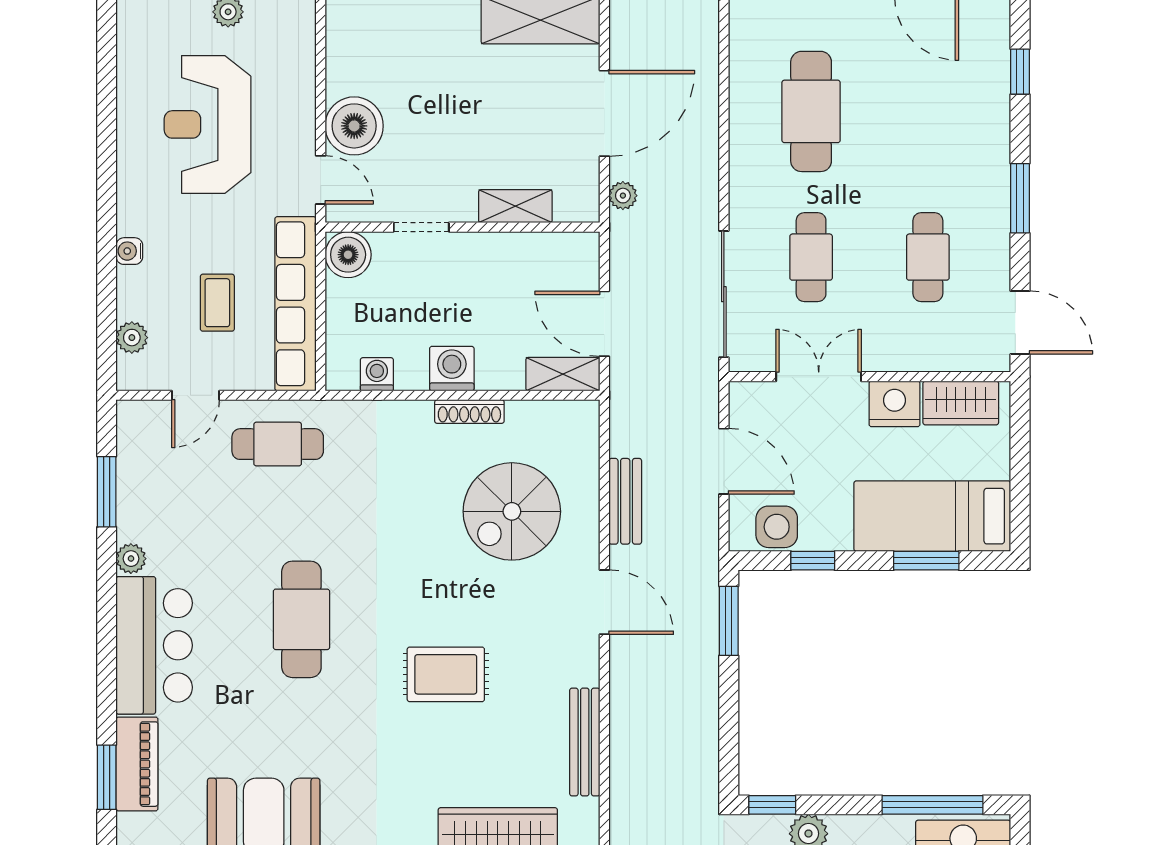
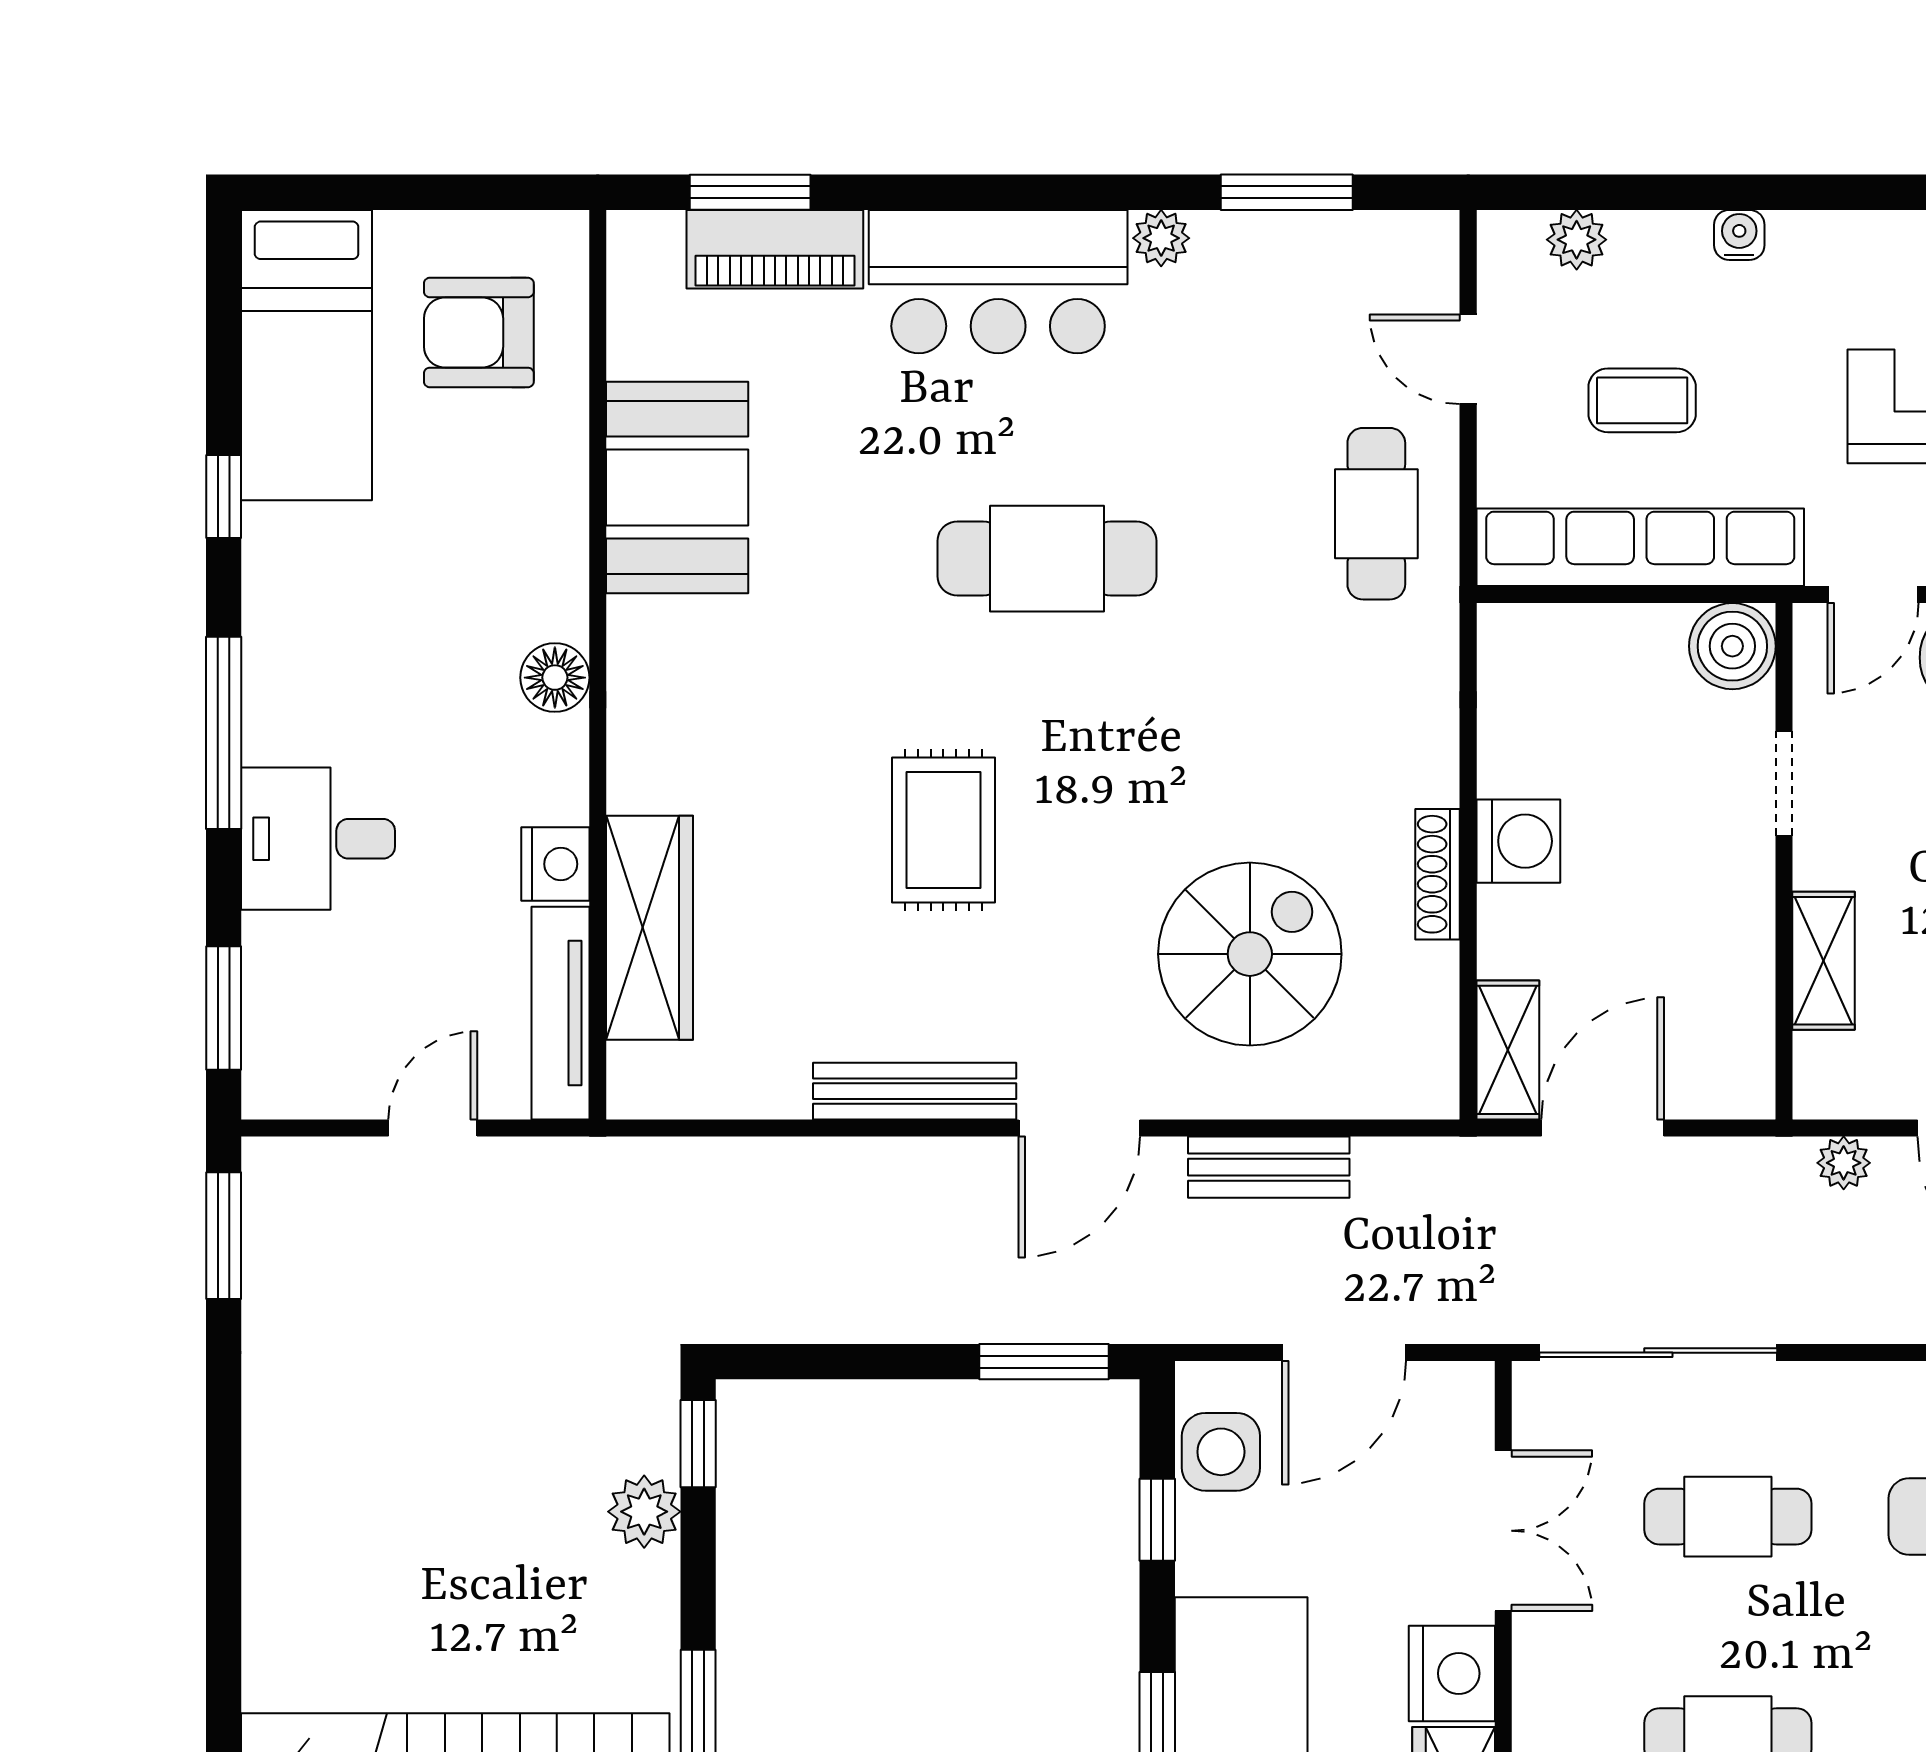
washing machine: (377, 374) -> (1508, 700), removed
spiral stairs: (512, 511) -> (1250, 954), turned 90
bench: (585, 742) -> (915, 1091), moved

